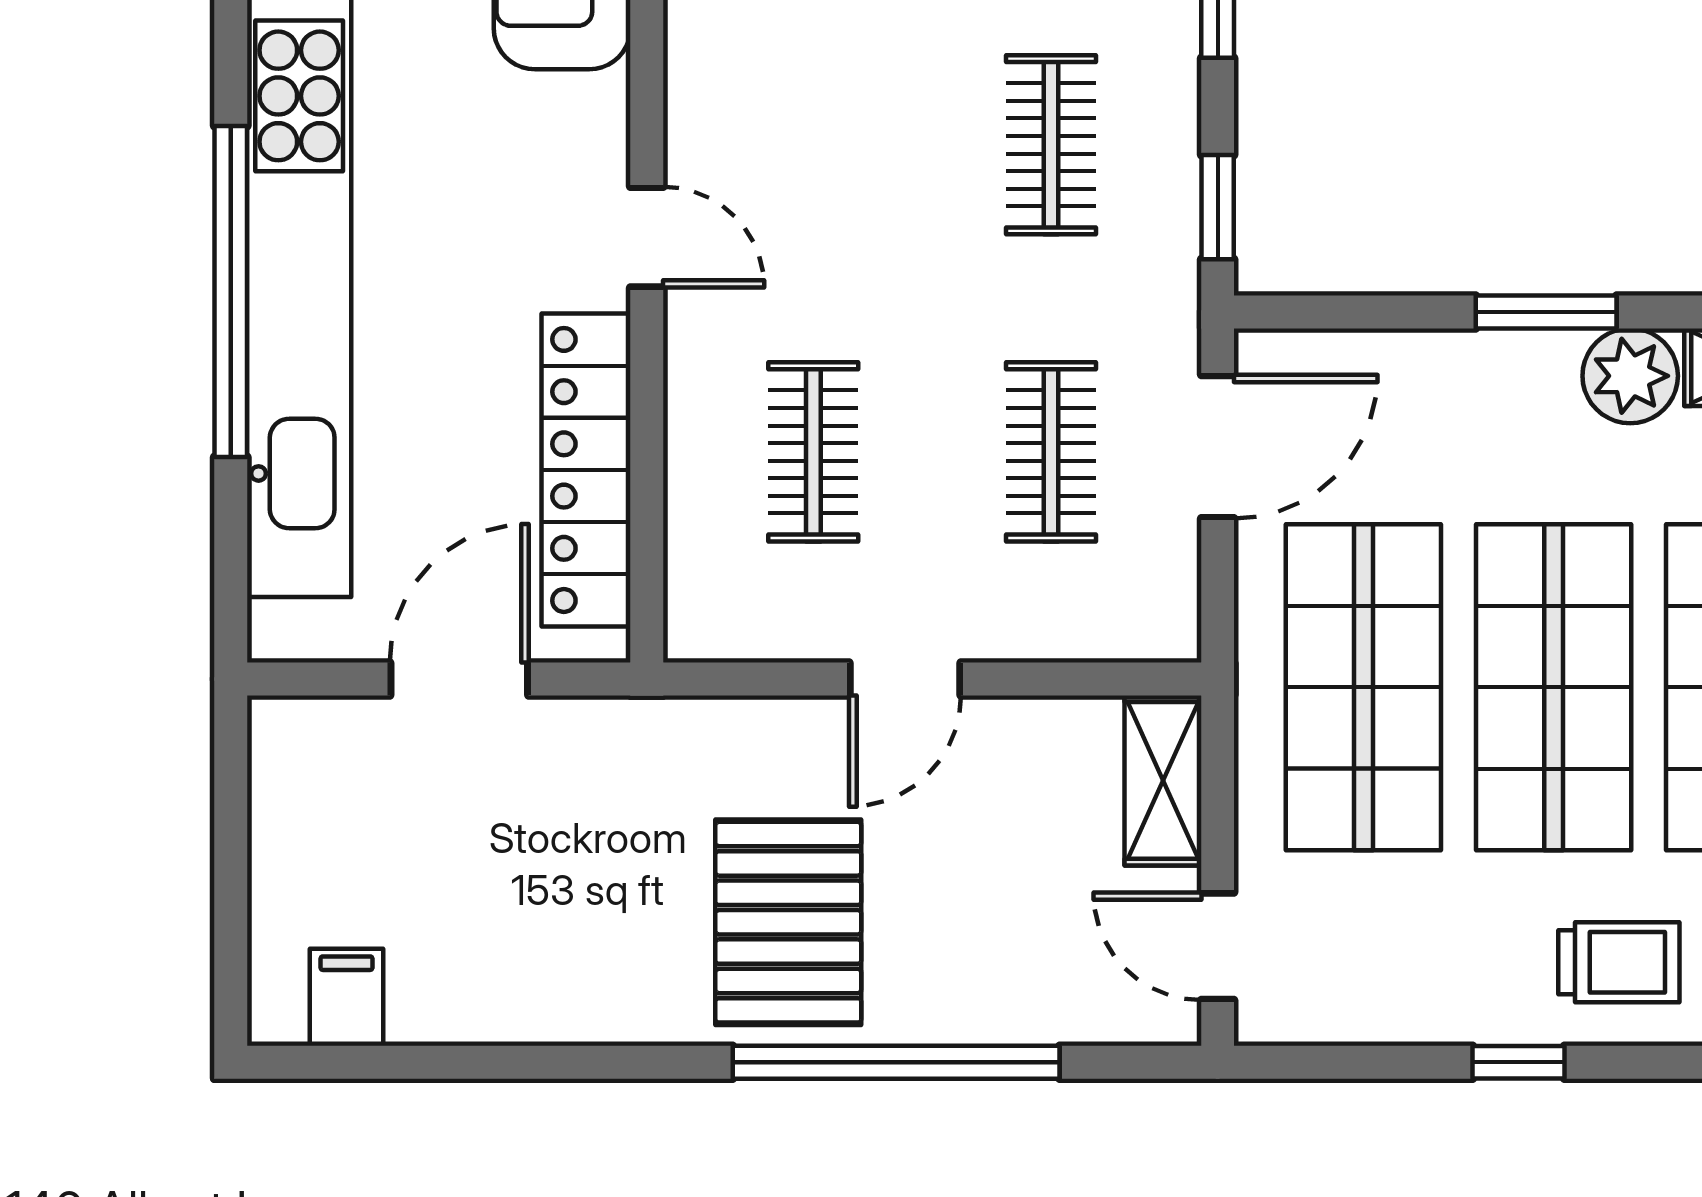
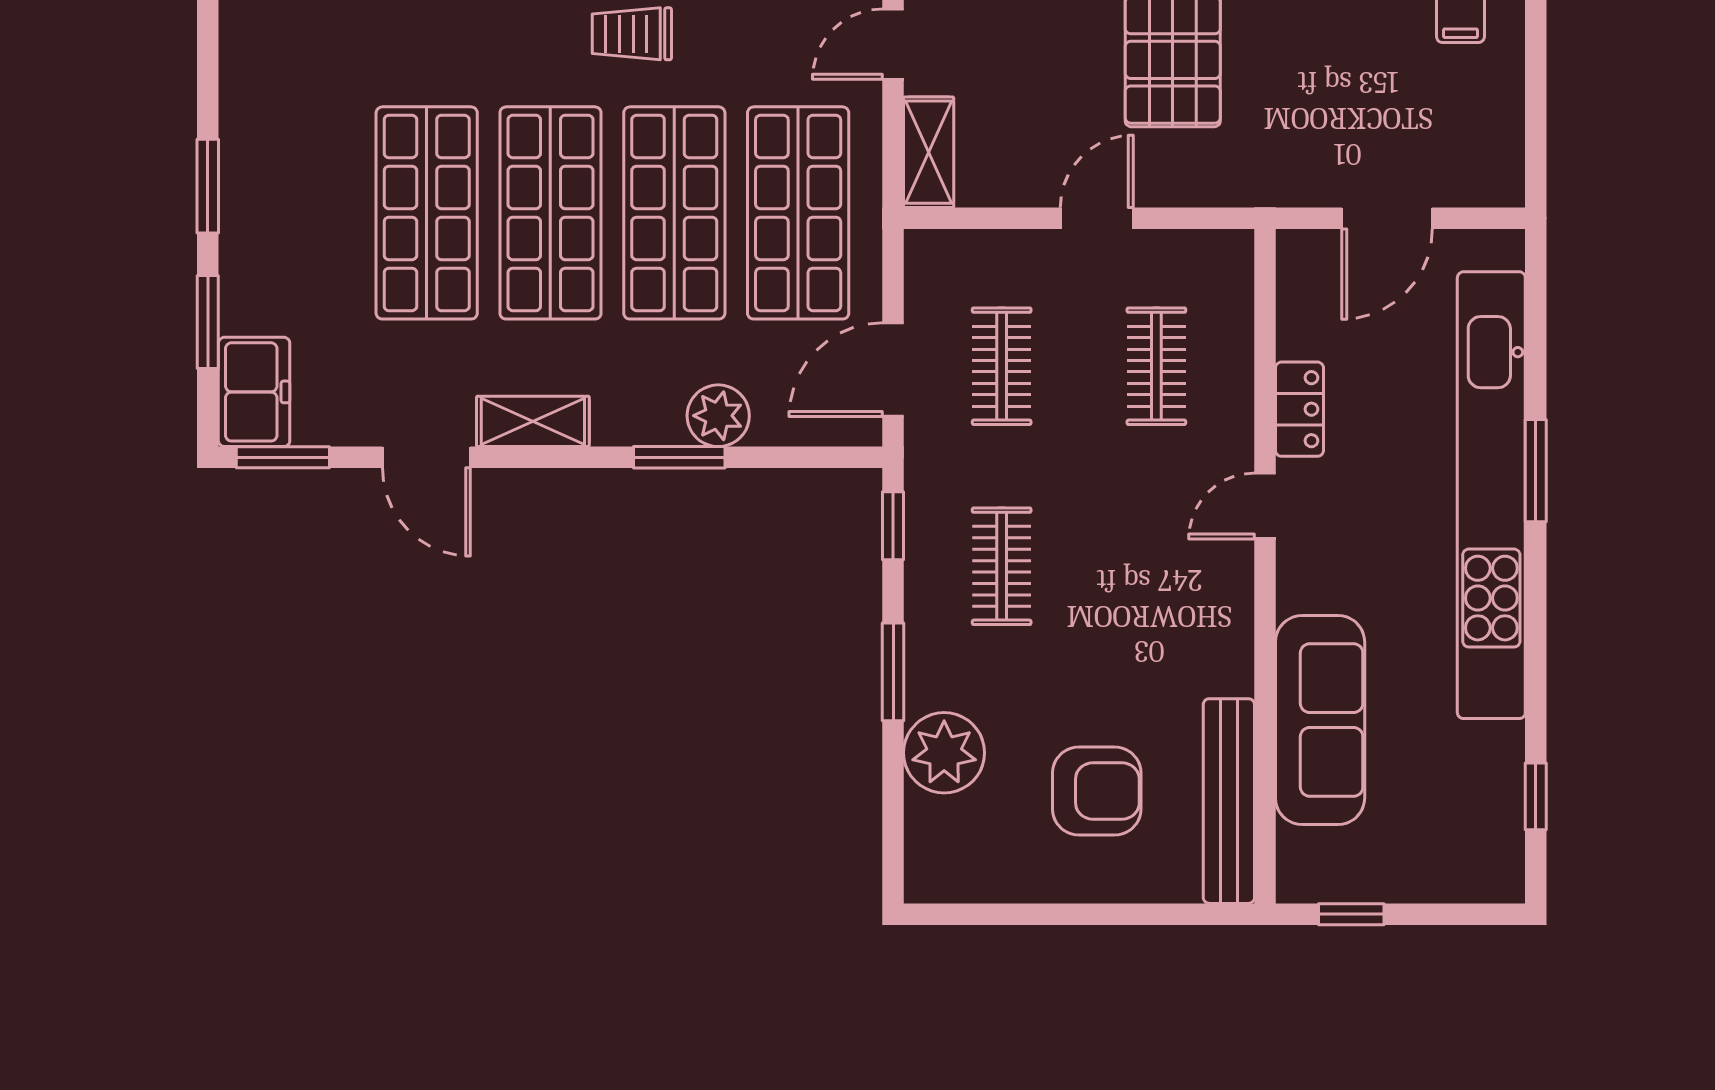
door: (647, 237) -> (1265, 506), hinge flipped
window: (231, 291) -> (1536, 471), width x0.47
plant: (1630, 376) -> (718, 416), moved
locker: (586, 470) -> (1299, 409), width x0.46, depth x0.83
door: (1218, 946) -> (893, 44), swing flipped

